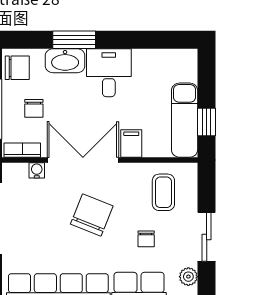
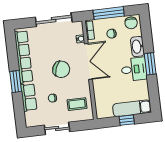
window: (74, 40) -> (150, 64), moved
exam couch: (185, 120) -> (132, 108), moved
window: (207, 122) -> (127, 120), moved
filing cabinet: (131, 143) -> (100, 85), removed
plant: (188, 277) -> (36, 122), removed

